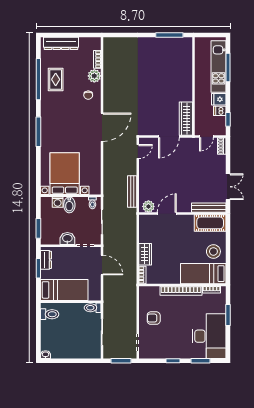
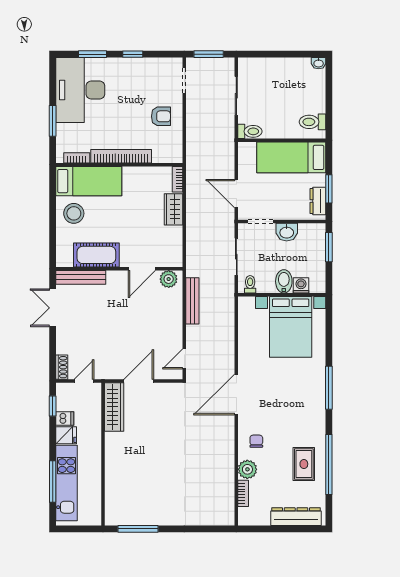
cot: (210, 223) -> (96, 255), moved

